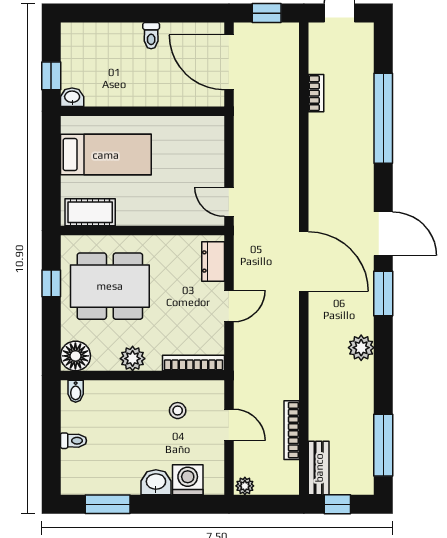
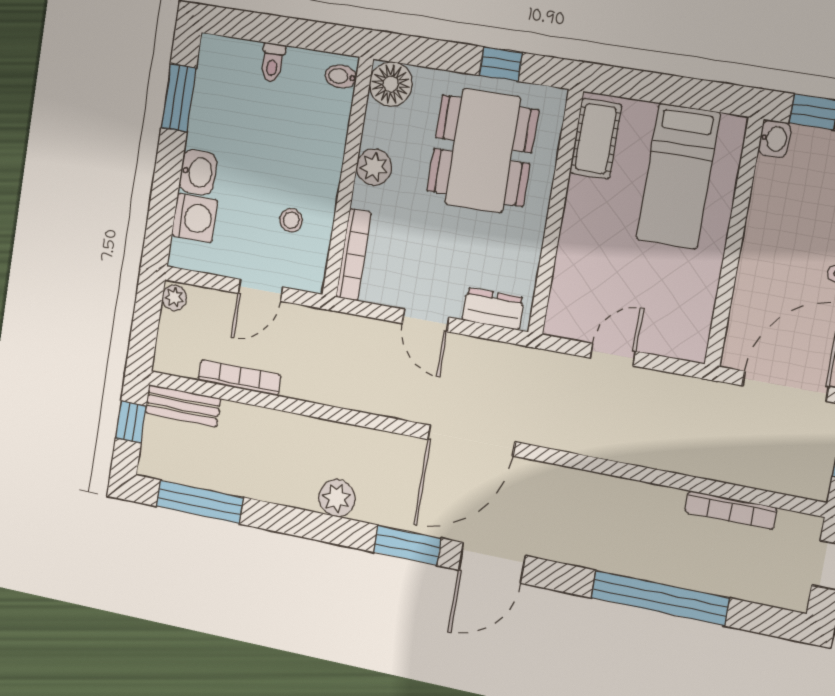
bookcase: (316, 93) -> (731, 510), width x1.56
door: (229, 202) -> (613, 355), moved

